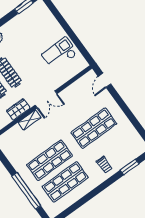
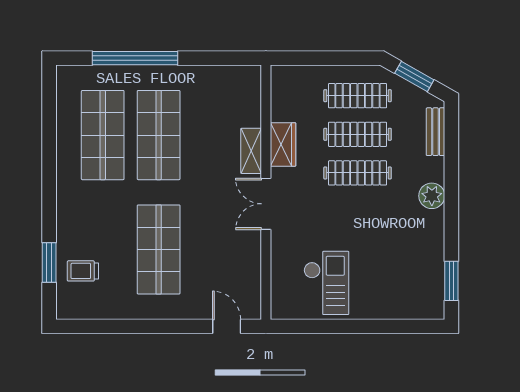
trolley: (104, 165) -> (83, 271), moved

